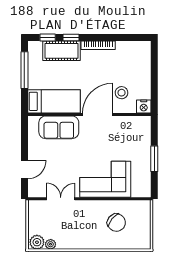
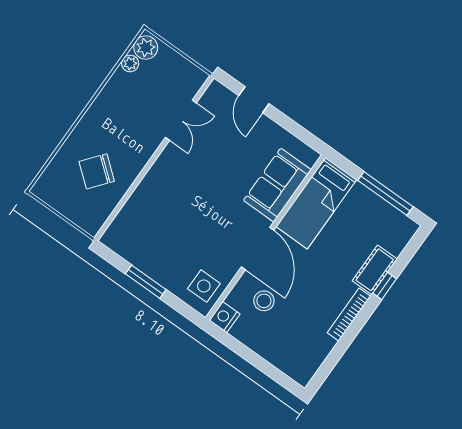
window: (48, 38) -> (407, 255), removed
cot: (61, 51) -> (375, 270), width x0.73, depth x0.75
side table: (136, 128) -> (204, 286), added
corner sofa: (105, 179) -> (165, 197), removed

